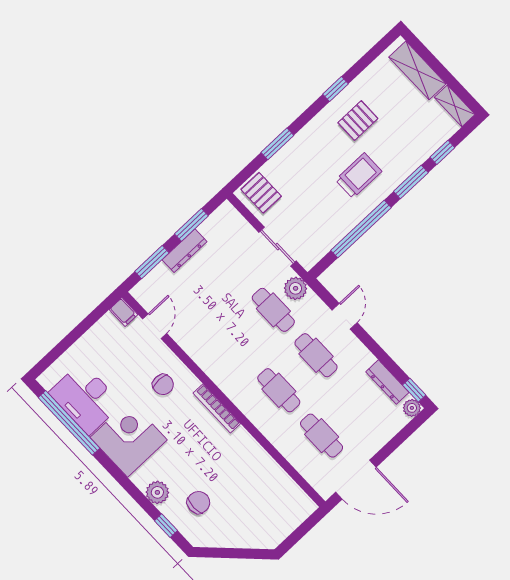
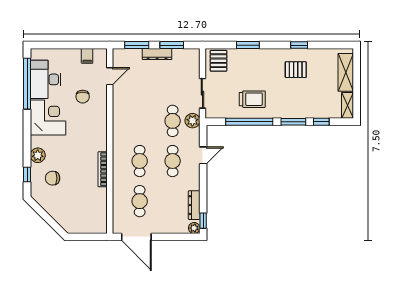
trolley: (359, 176) -> (252, 99), moved
filing cabinet: (124, 312) -> (87, 56), moved
chair: (163, 384) -> (83, 97), moved
bookcase: (217, 408) -> (103, 169), moved
chair: (198, 502) -> (53, 178), turned 180

